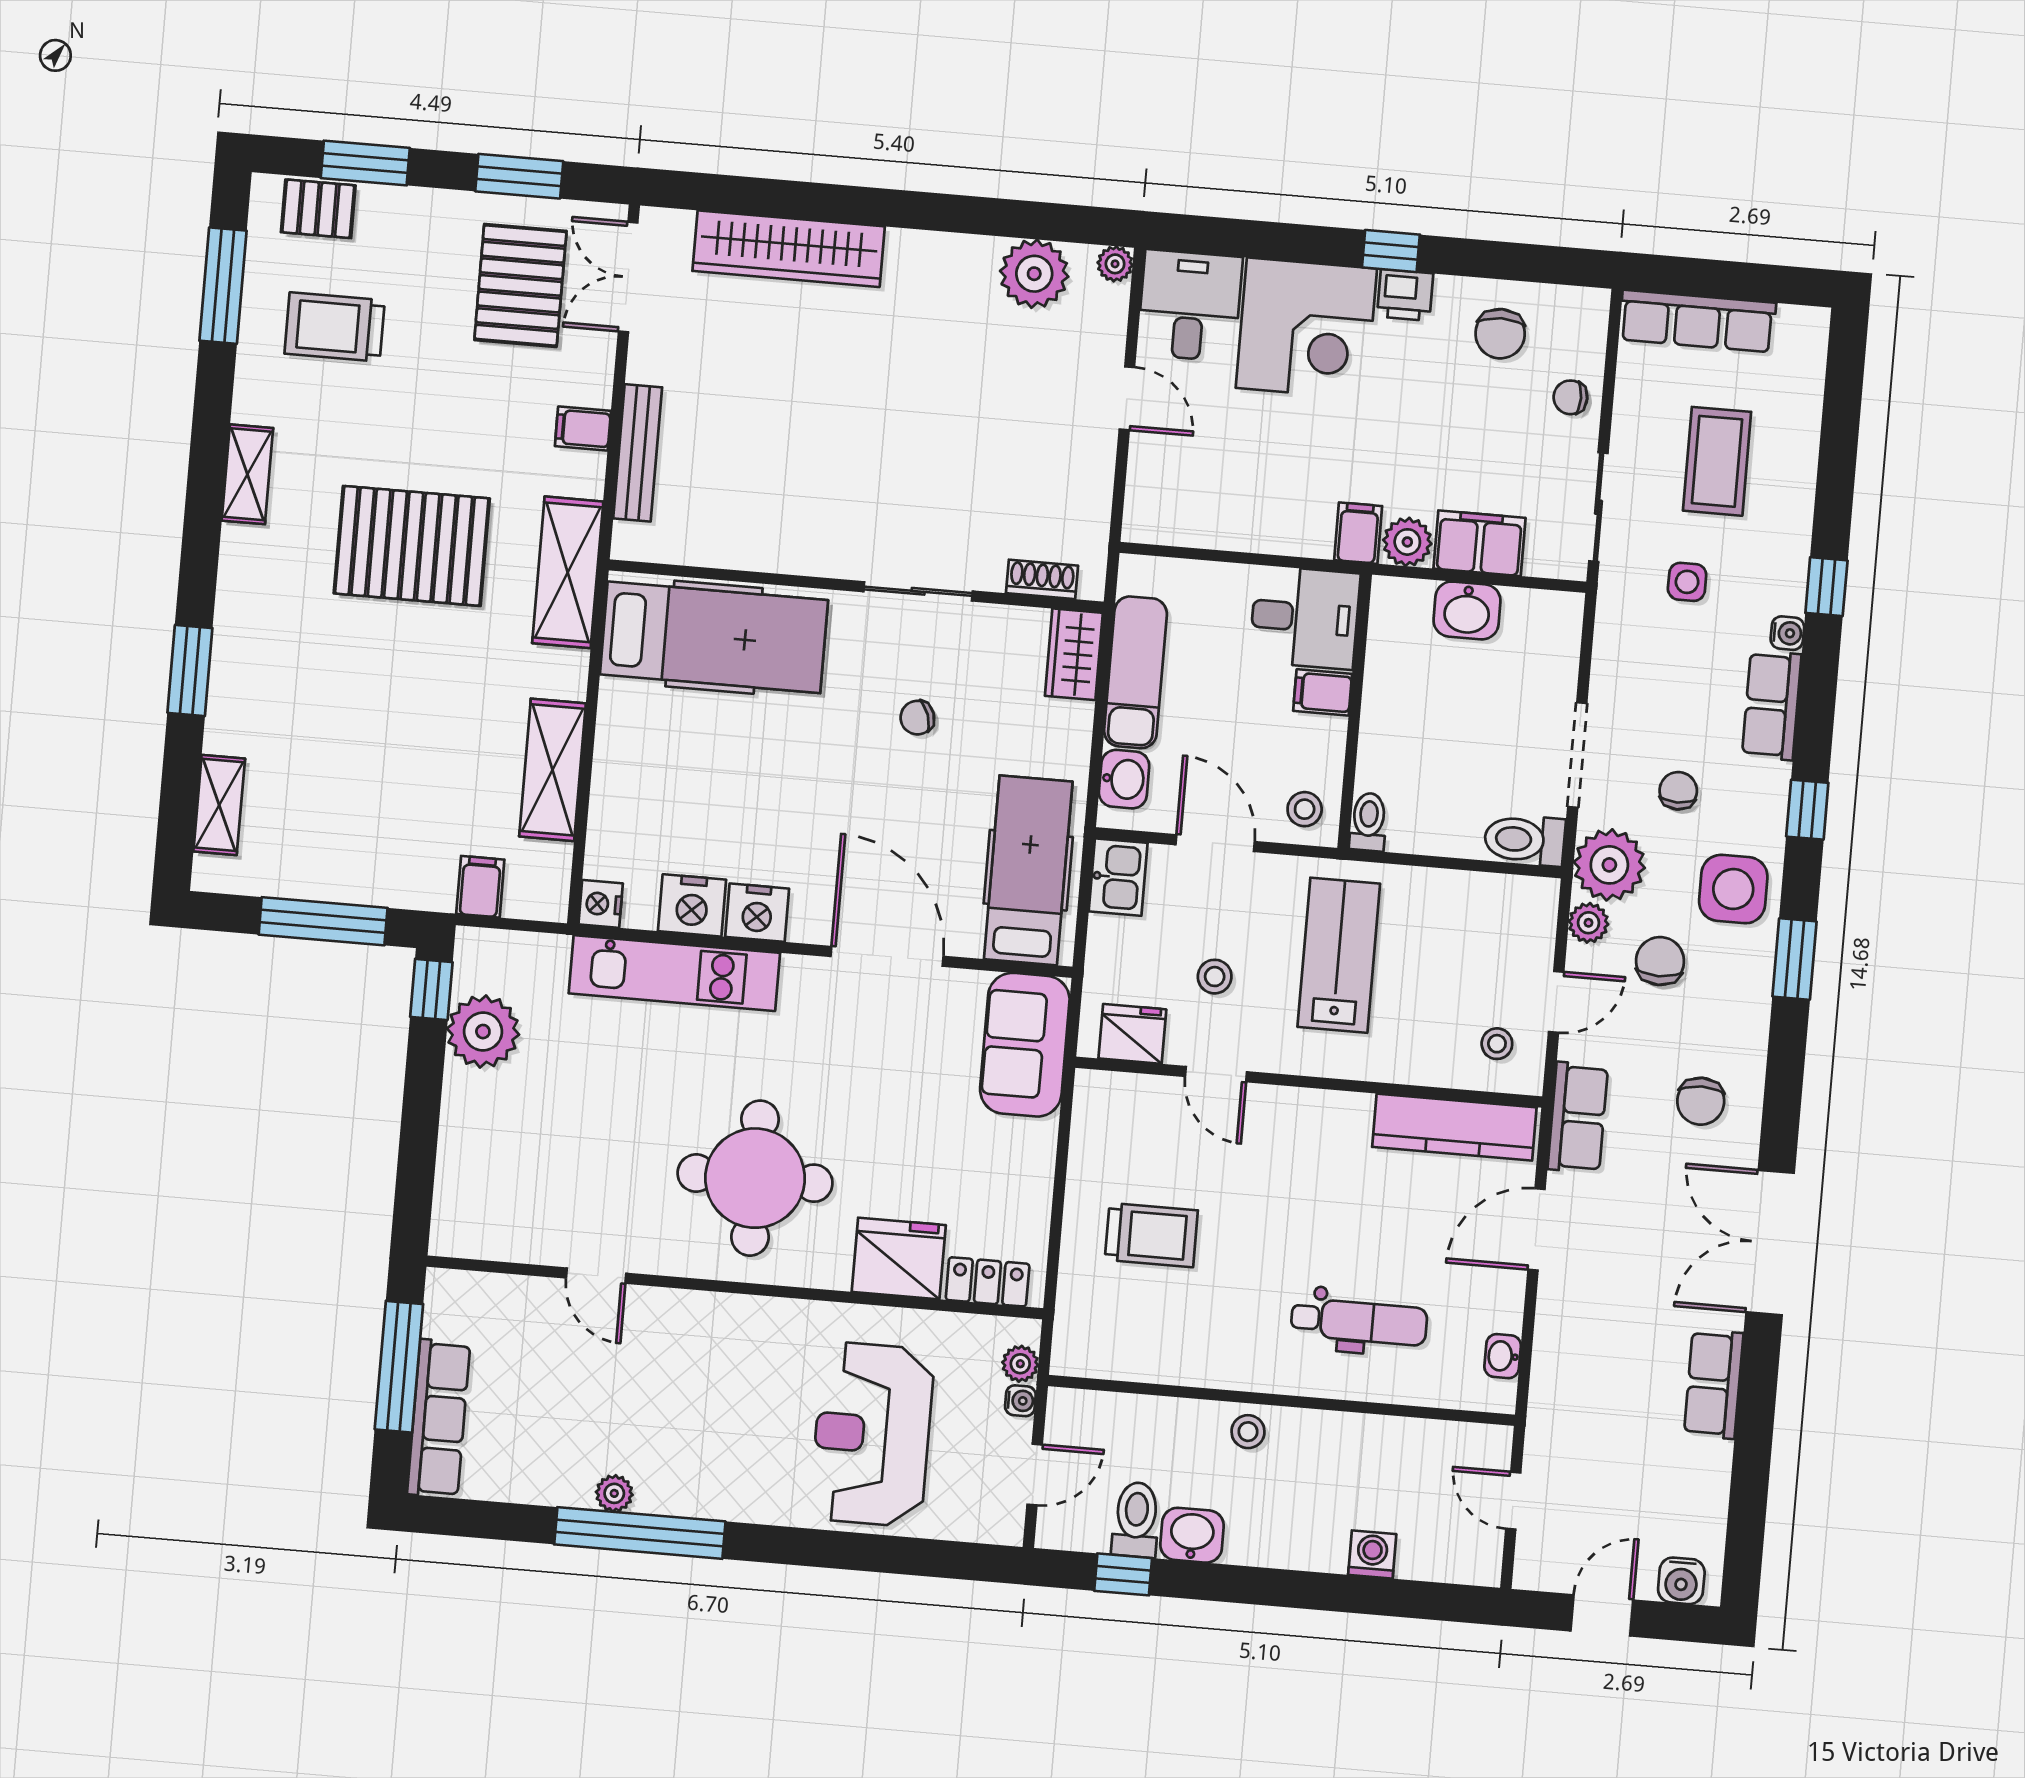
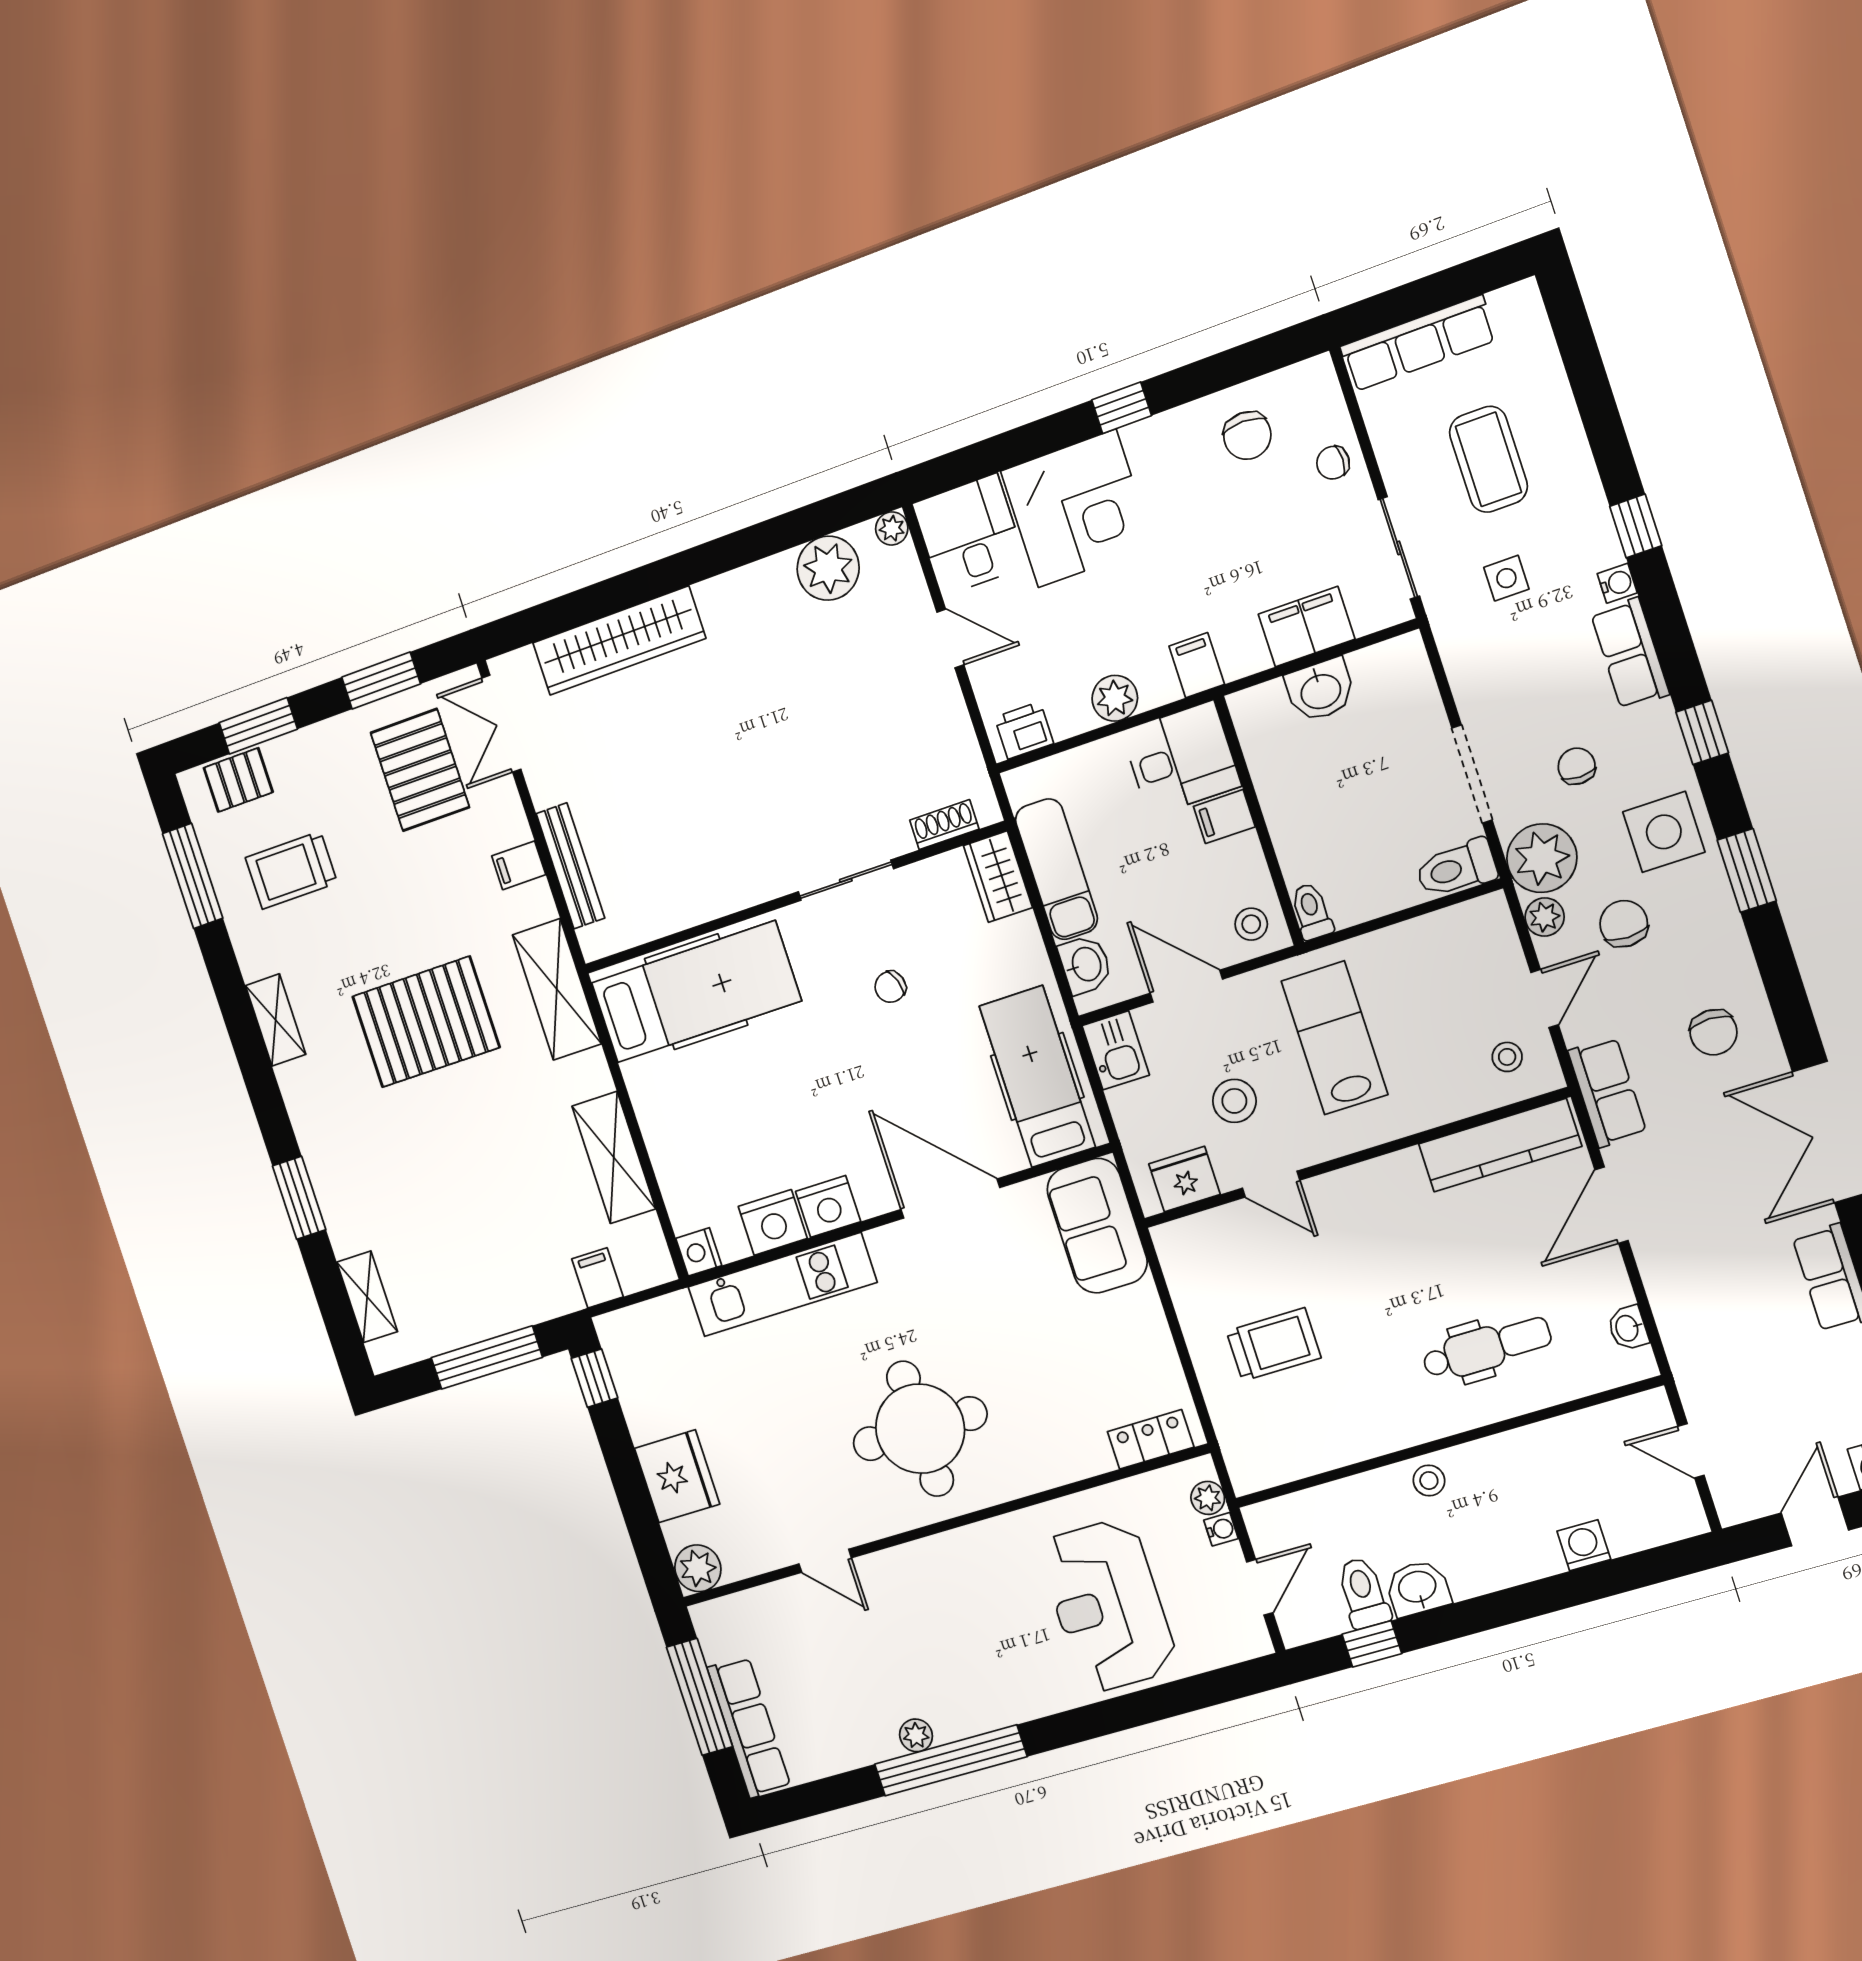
printer: (1405, 295) -> (1024, 730), moved, turned 180
plant: (1407, 542) -> (1115, 698), moved
stool: (1215, 977) -> (1234, 1101), width x1.37, depth x1.37
plant: (483, 1032) -> (698, 1568), moved, width x0.73, depth x0.73
fridge: (899, 1258) -> (677, 1476), moved, turned 90

